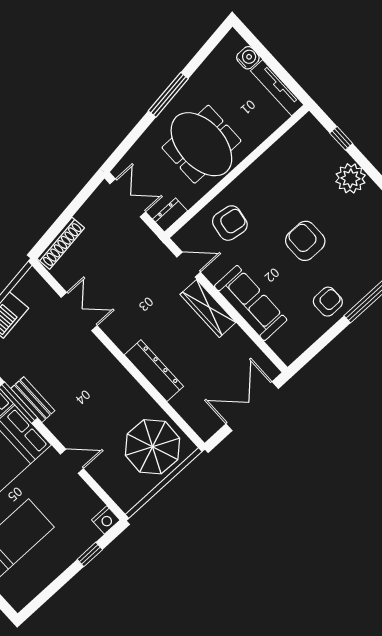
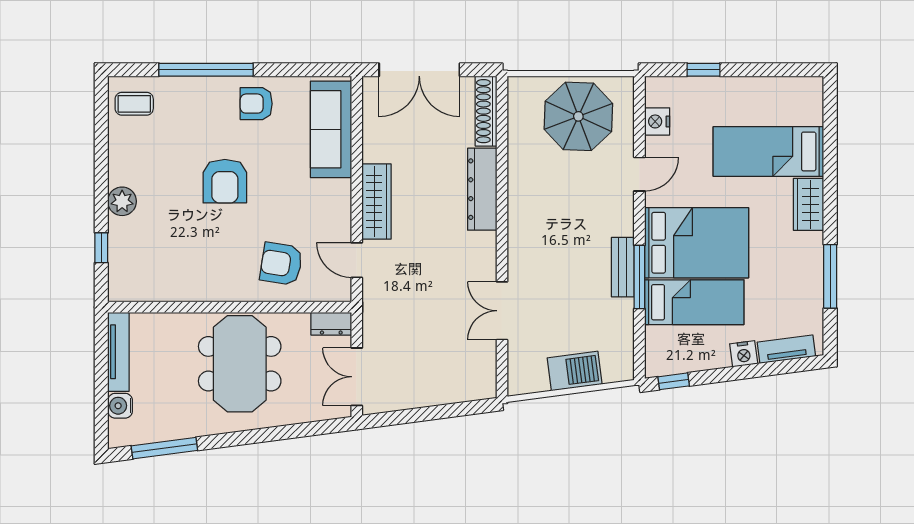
window: (168, 95) -> (164, 448), moved
plant: (351, 178) -> (122, 201), width x0.73, depth x0.73
shoe rack: (61, 243) -> (486, 111), moved, turned -83
sofa: (251, 303) -> (331, 129), moved
parasol: (152, 447) -> (578, 116), moved
door: (72, 461) -> (639, 174), swing flipped
nightstand: (106, 520) -> (657, 121), moved, turned -90

